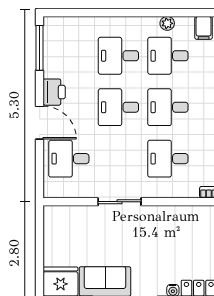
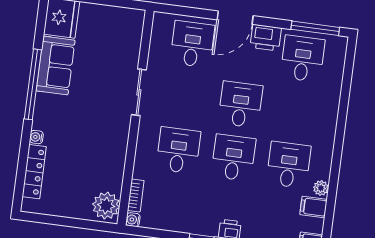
plant: (167, 23) -> (321, 188), moved
desk: (118, 56) -> (303, 59), moved

